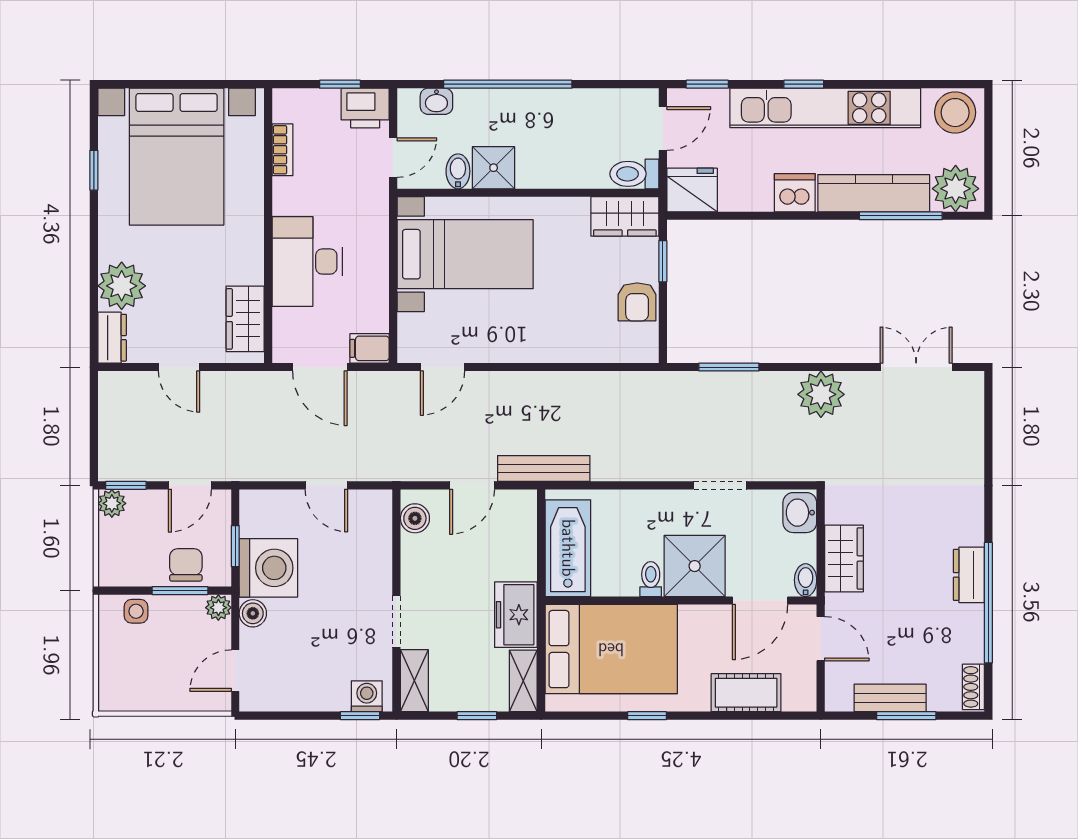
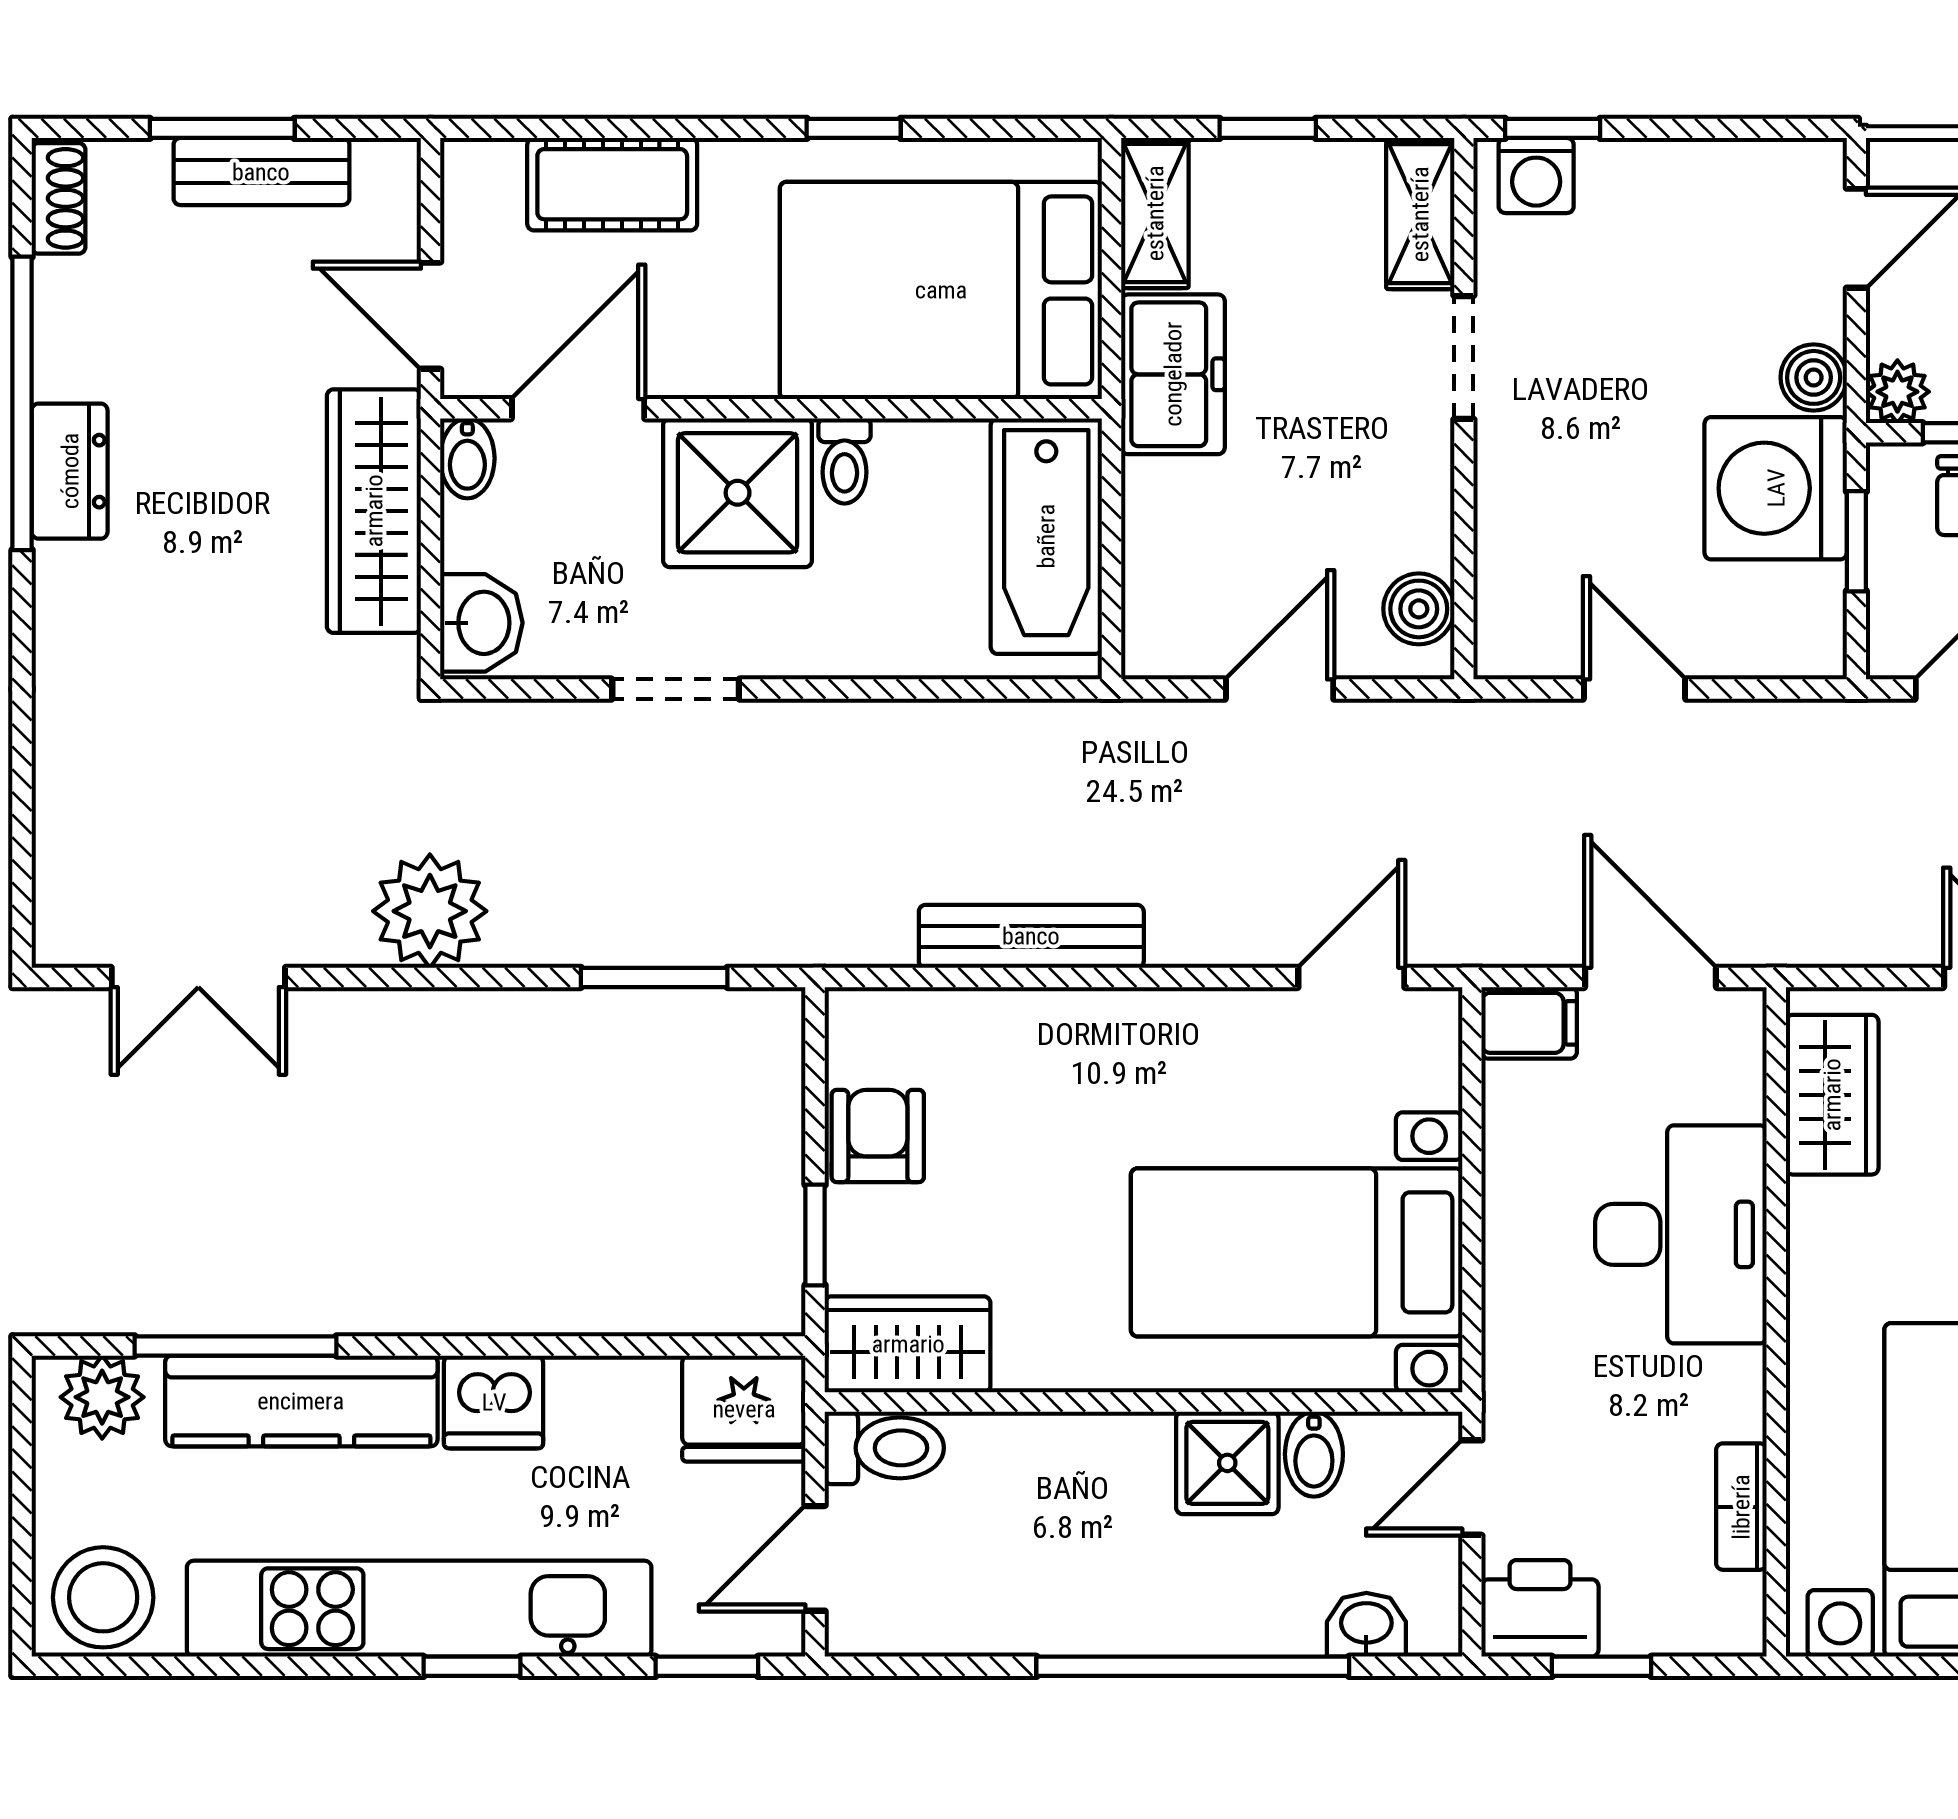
plant: (956, 189) -> (102, 1397), width x0.73, depth x0.73
bench: (544, 469) -> (1031, 936), moved
wardrobe: (844, 558) -> (374, 511), width x1.50

